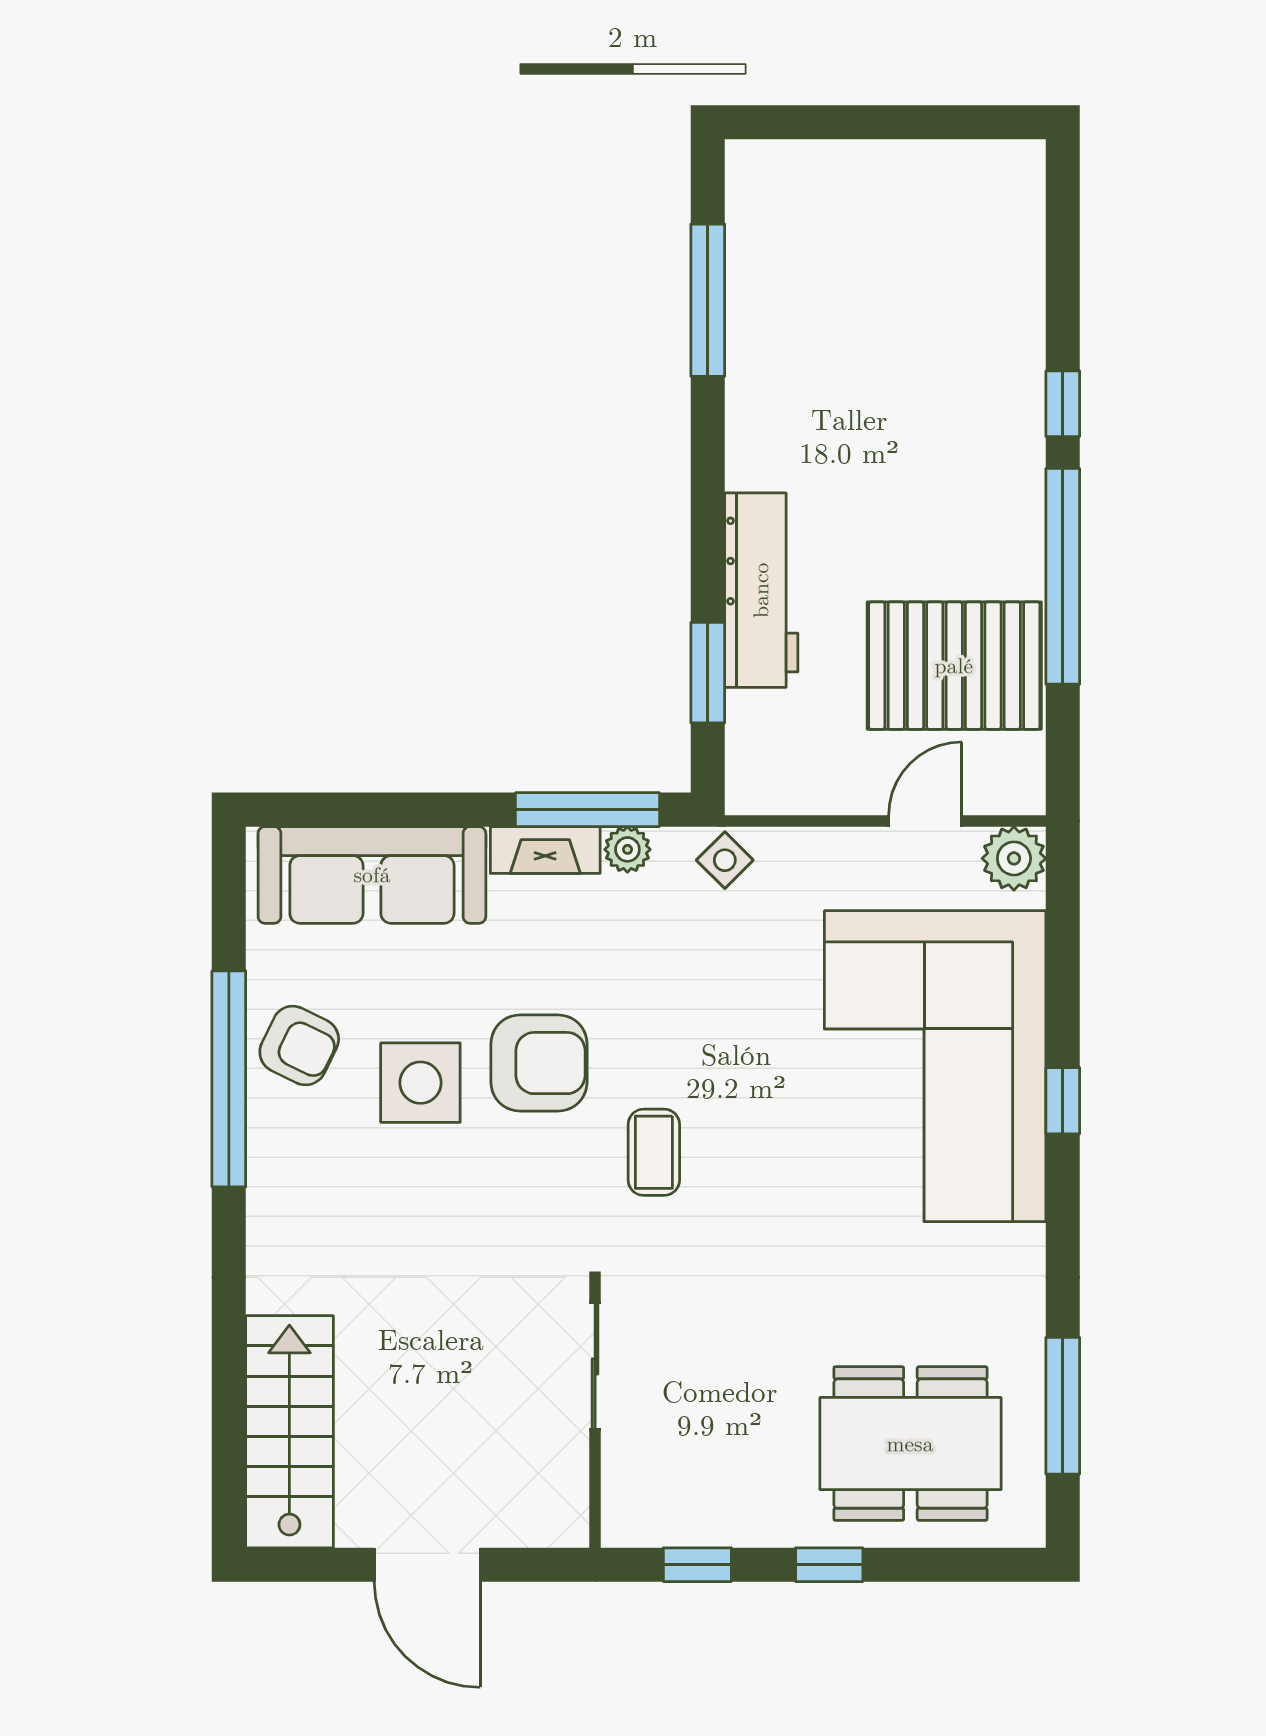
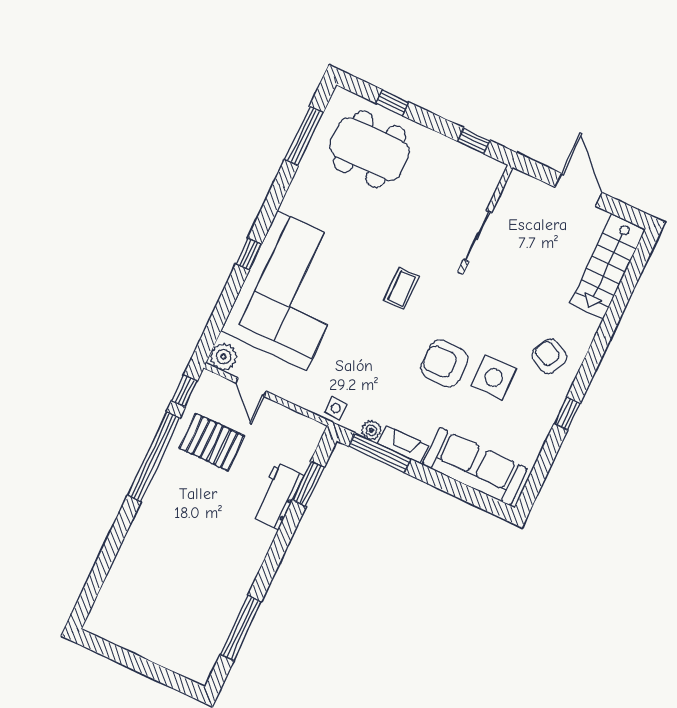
window: (1063, 404) -> (184, 391), moved
workbench: (761, 590) -> (278, 496), width x0.73
pallet: (954, 666) -> (212, 442), width x0.73, depth x0.71
door: (925, 821) -> (251, 387), hinge flipped
side table: (725, 860) -> (336, 408), turned 45
armchair: (299, 1046) -> (549, 356), moved
window: (229, 1079) -> (567, 414), width x0.32
coffee table: (654, 1152) -> (402, 289), moved
window: (829, 1565) -> (392, 103), moved

